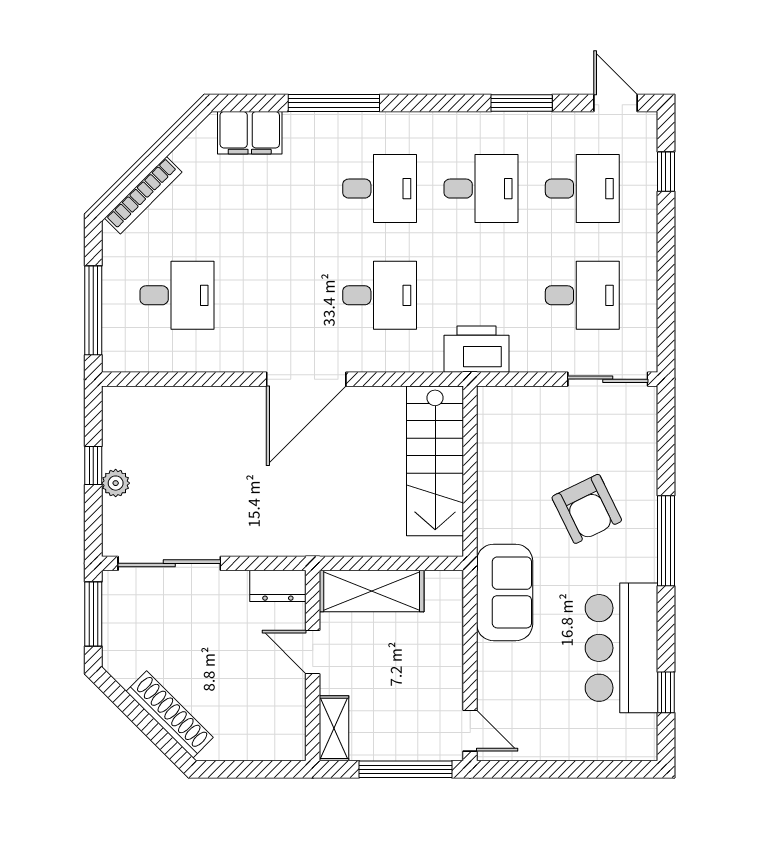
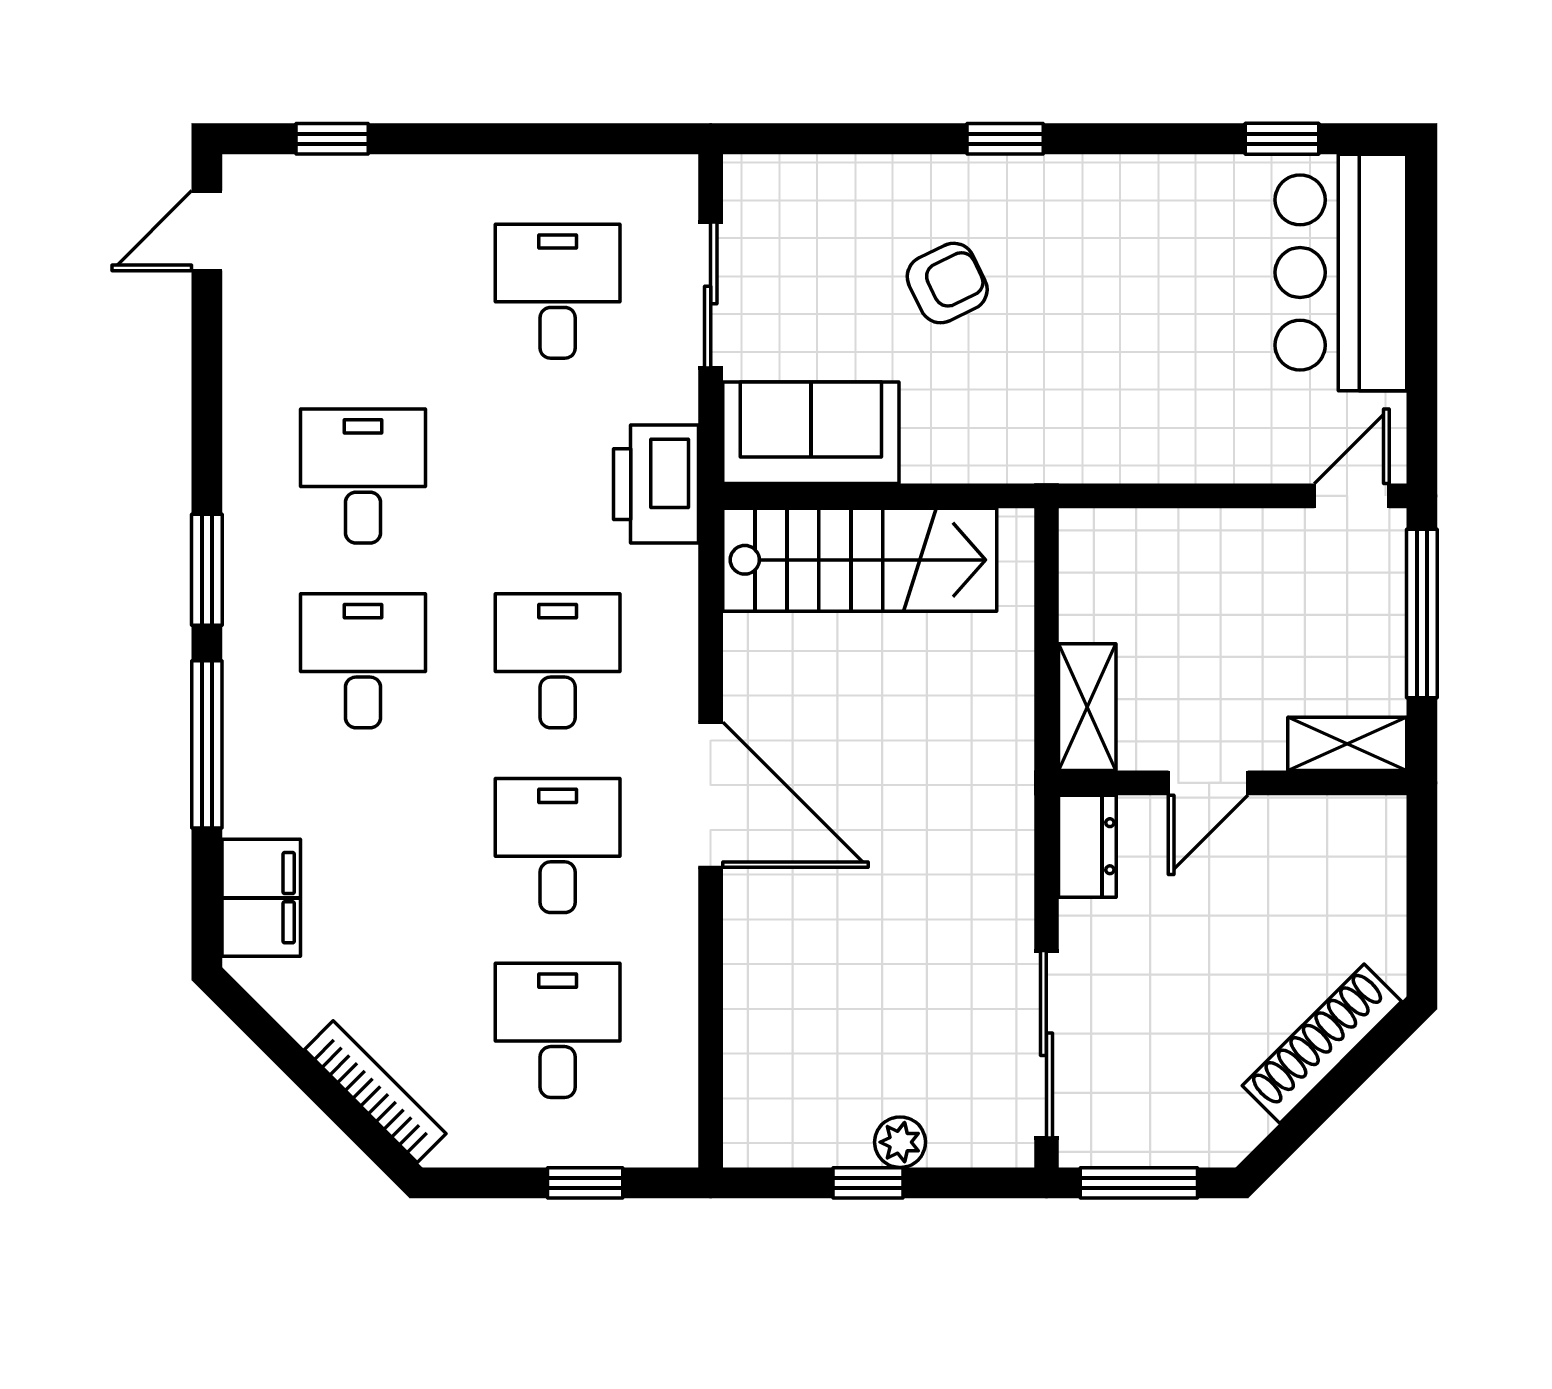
window: (522, 103) -> (207, 570), moved
desk: (582, 189) -> (558, 846), moved
window: (93, 310) -> (585, 1183), width x0.46
sliding door: (608, 379) -> (711, 295), moved
armchair: (587, 509) -> (947, 283), width x0.72, depth x0.72
window: (666, 541) -> (1005, 139), width x0.46
shelving: (372, 591) -> (1087, 707), width x0.67, depth x0.75
sofa: (505, 592) -> (811, 433), moved
bar counter: (621, 648) -> (1341, 272), moved, turned 90

